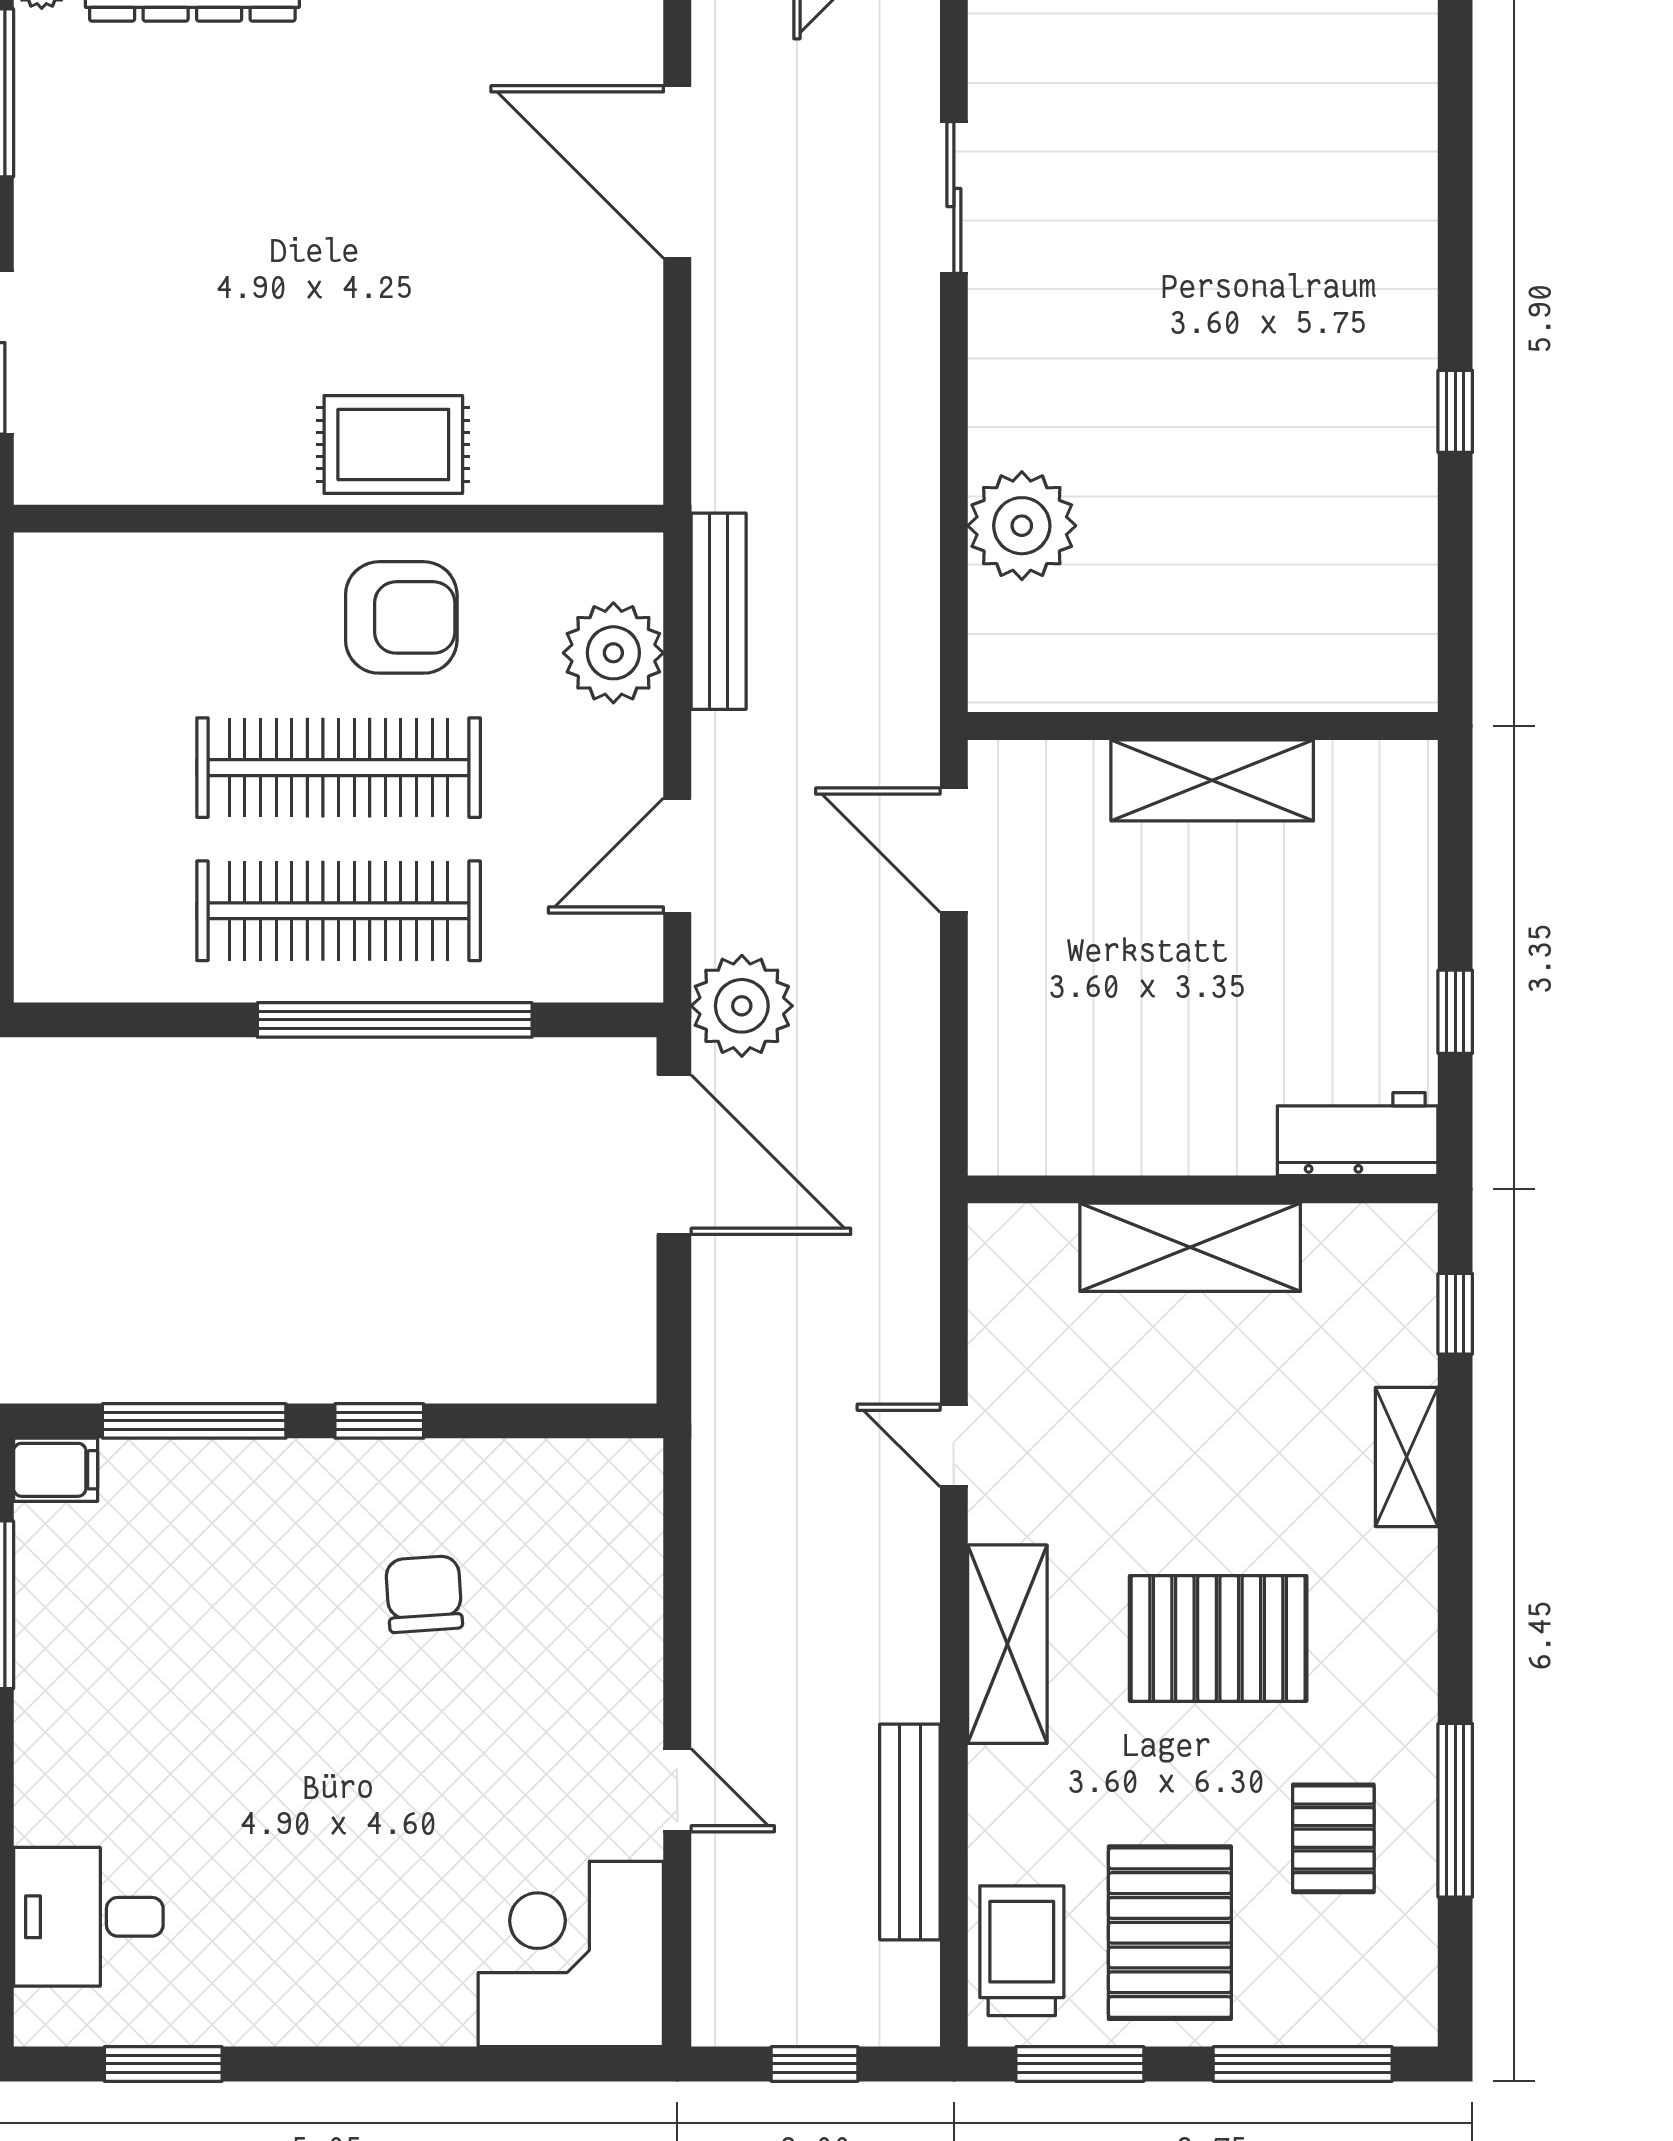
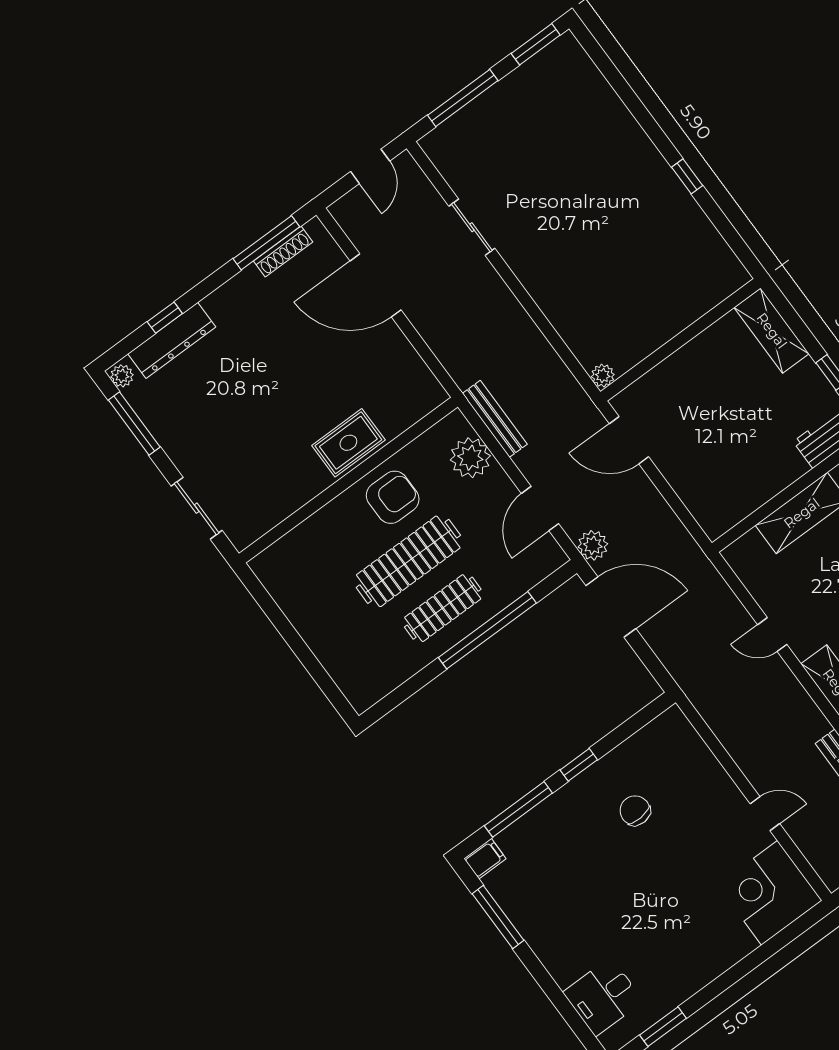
plant: (1022, 526) -> (603, 376), moved, width x0.53, depth x0.53
shelving: (1212, 780) -> (772, 331), moved, turned 90
clothes rail: (339, 911) -> (443, 608), width x0.73, depth x0.76
plant: (742, 1006) -> (593, 545), width x0.73, depth x0.73

